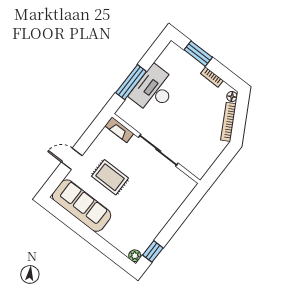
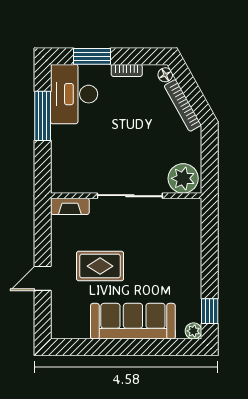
window: (131, 82) -> (43, 116), moved
desk: (154, 90) -> (74, 94), moved
plant: (196, 164) -> (183, 178), added
sofa: (82, 206) -> (133, 321), moved

